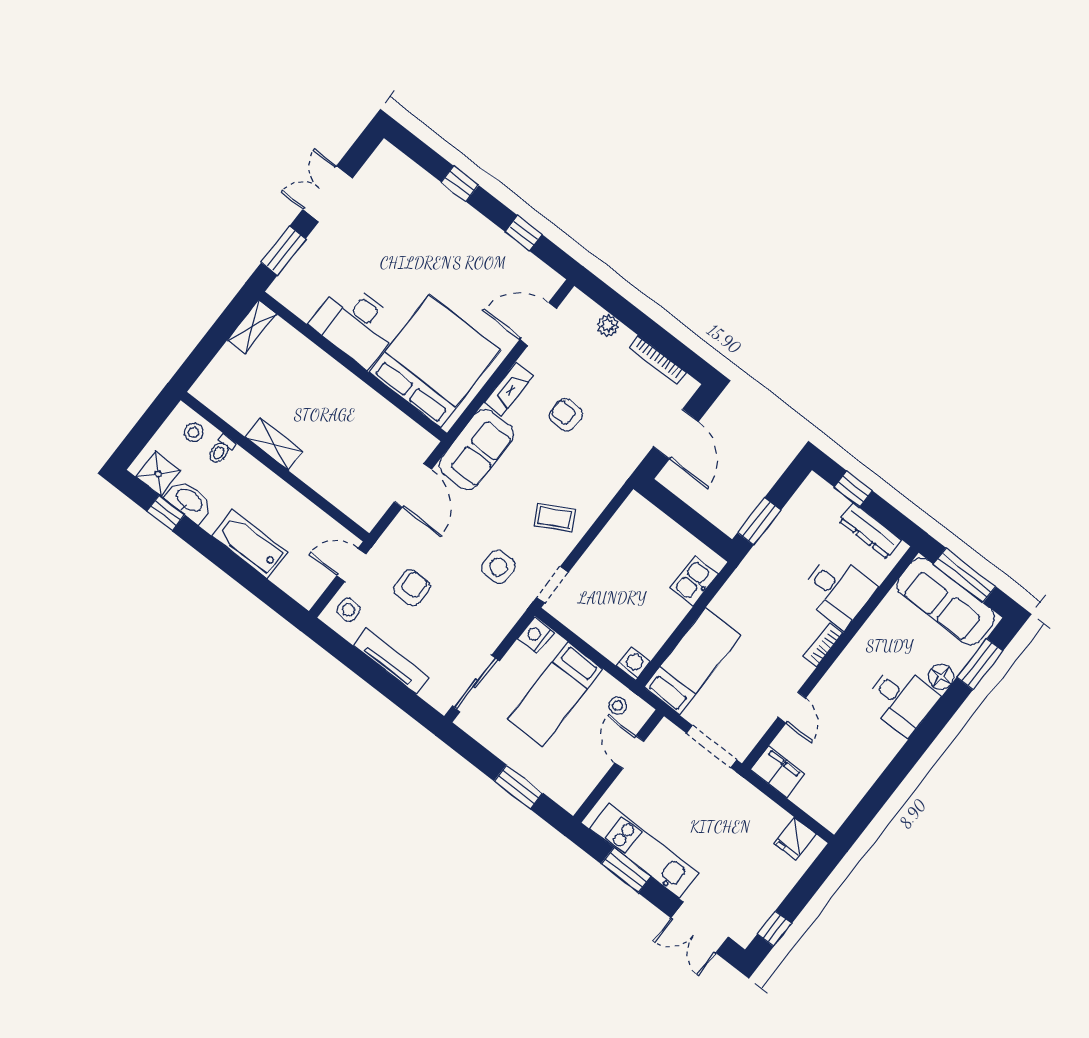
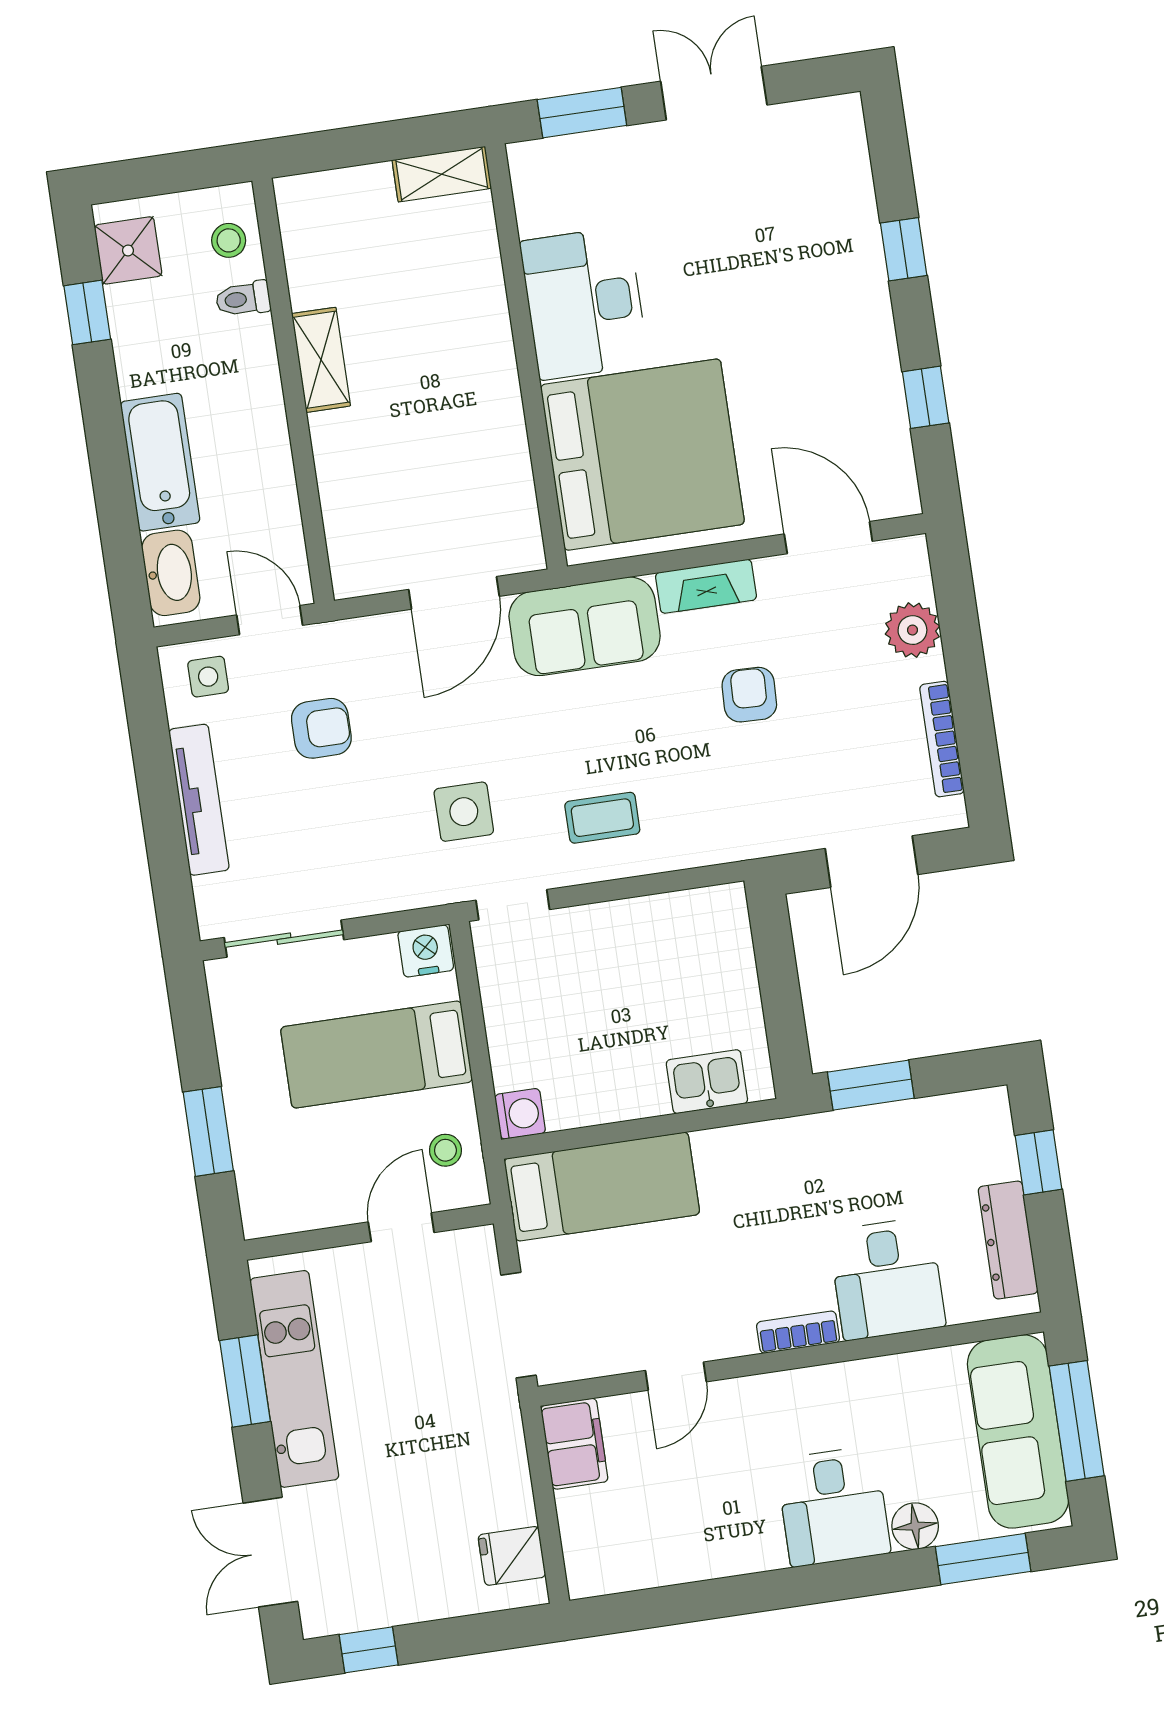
plant: (608, 325) -> (912, 630), width x1.38, depth x1.38
washbasin: (189, 501) -> (171, 573), moved
coffee table: (555, 518) -> (602, 818), turned -61

